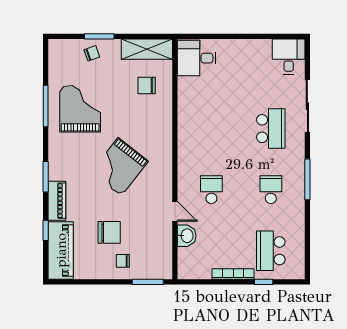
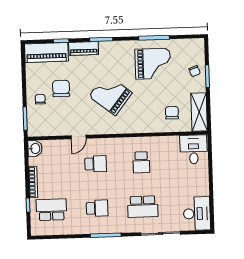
desk: (289, 57) -> (197, 214), width x1.37
school desk: (211, 129) -> (141, 162), added
chair: (109, 232) -> (61, 88), turned 180
washbasin: (187, 236) -> (35, 148), moved, turned -90

